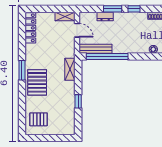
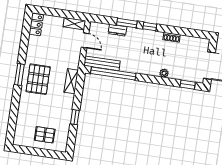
locker: (30, 28) -> (36, 24), width x0.66
pallet: (37, 82) -> (38, 79), moved
pallet: (39, 119) -> (45, 135), moved

